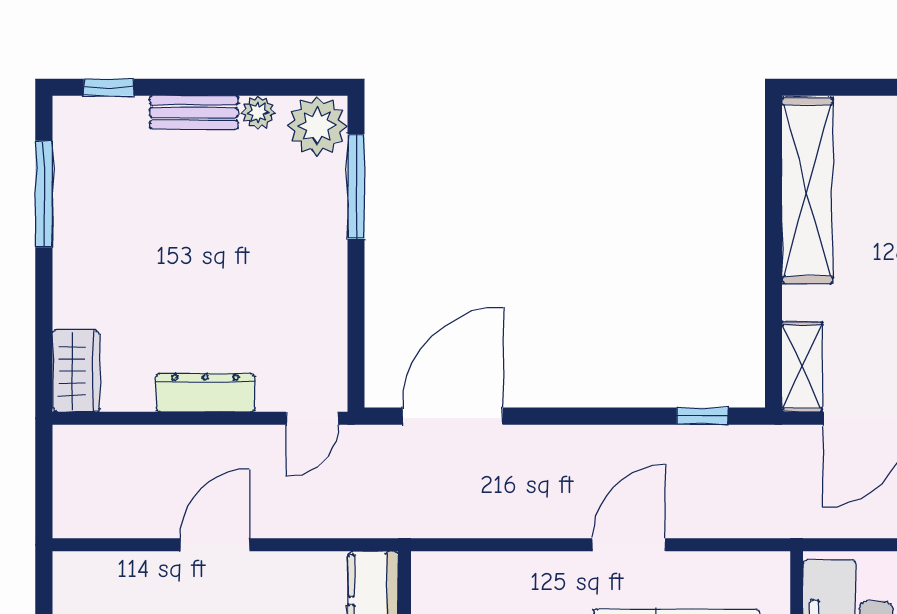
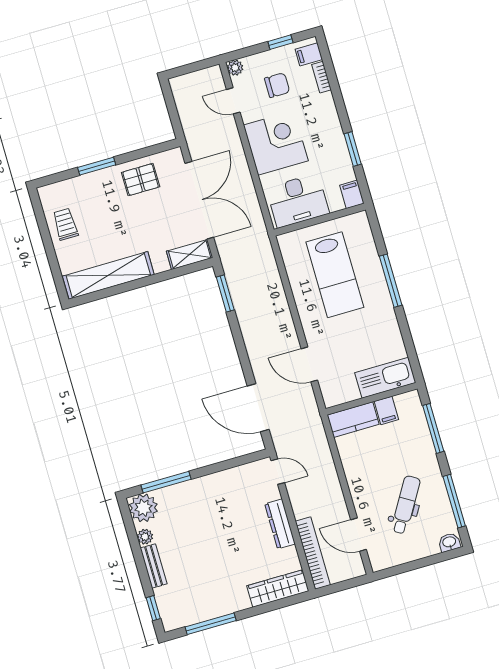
wardrobe: (76, 371) -> (278, 588), width x1.50
window: (702, 416) -> (225, 294), width x1.50
bookcase: (127, 442) -> (313, 553), added
door: (215, 545) -> (358, 535), moved
door: (629, 545) -> (309, 364), moved

